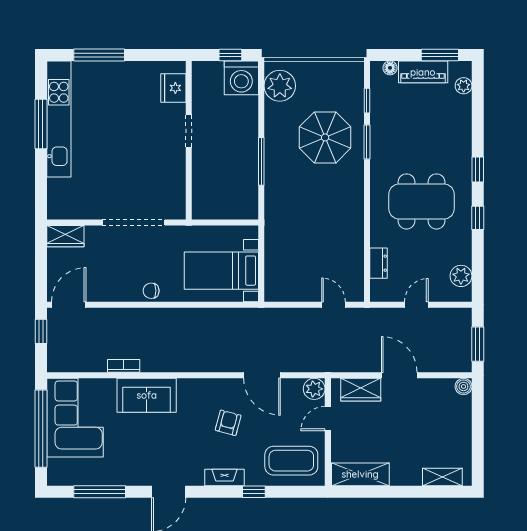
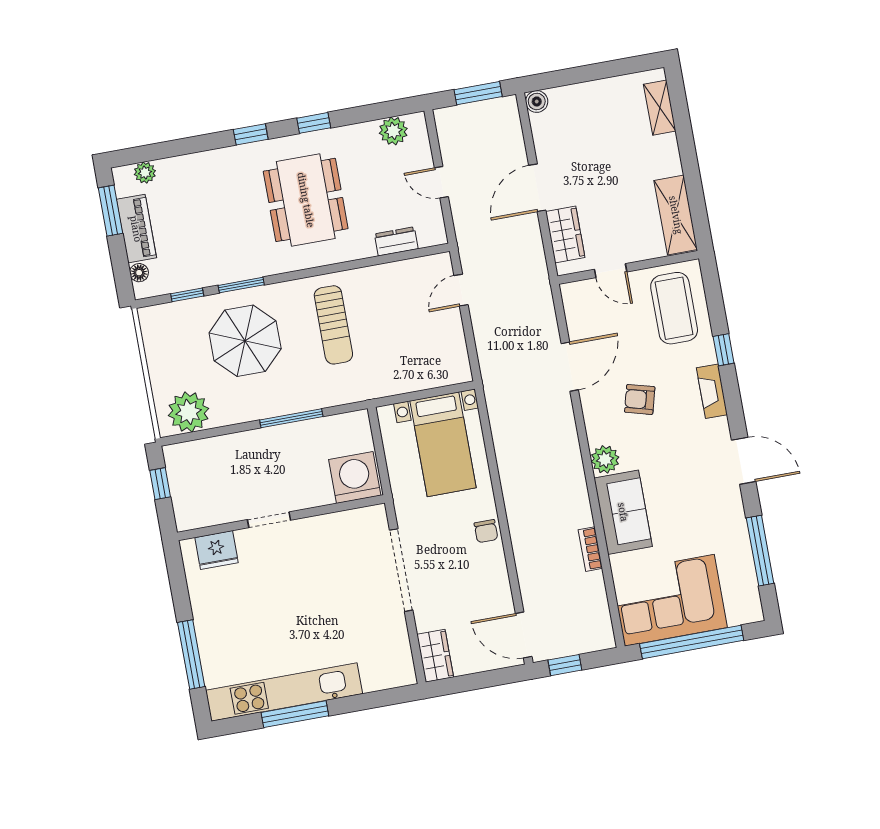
washing machine: (241, 78) -> (355, 477), moved, turned -90
sun lounger: (325, 205) -> (333, 325), added
plant: (314, 389) -> (605, 459), moved

